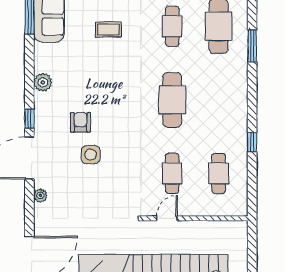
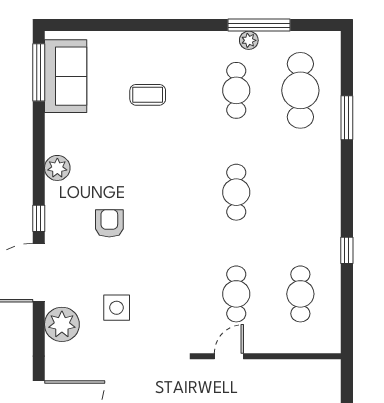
cafe table: (172, 100) -> (236, 192), width x0.73, depth x0.74
side table: (91, 155) -> (117, 308), moved
plant: (40, 195) -> (62, 324), width x1.87, depth x1.87

